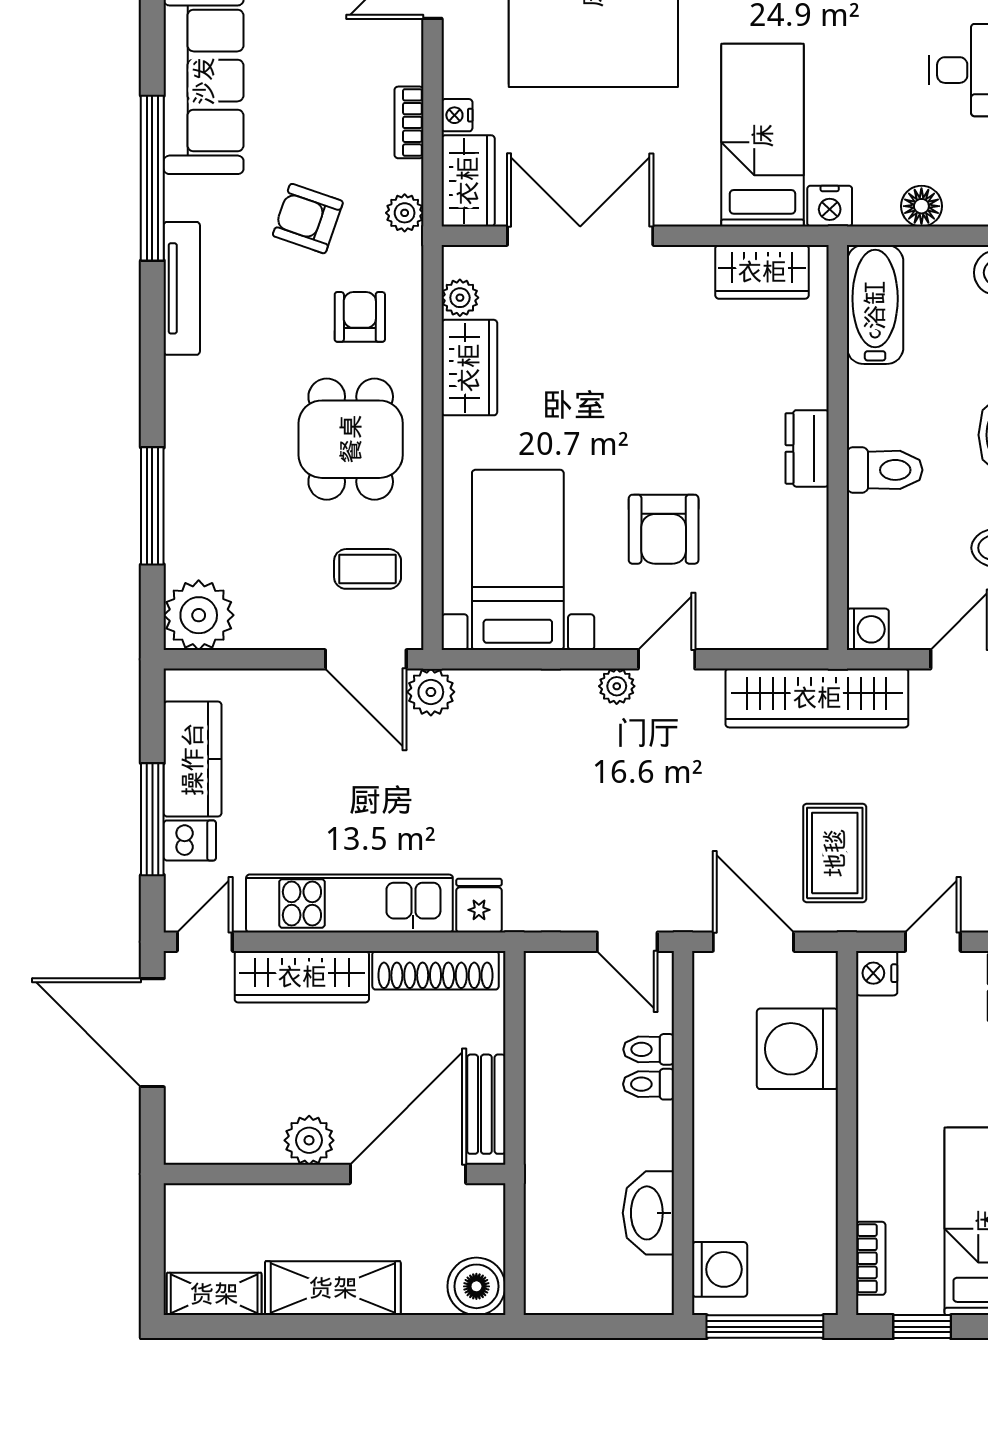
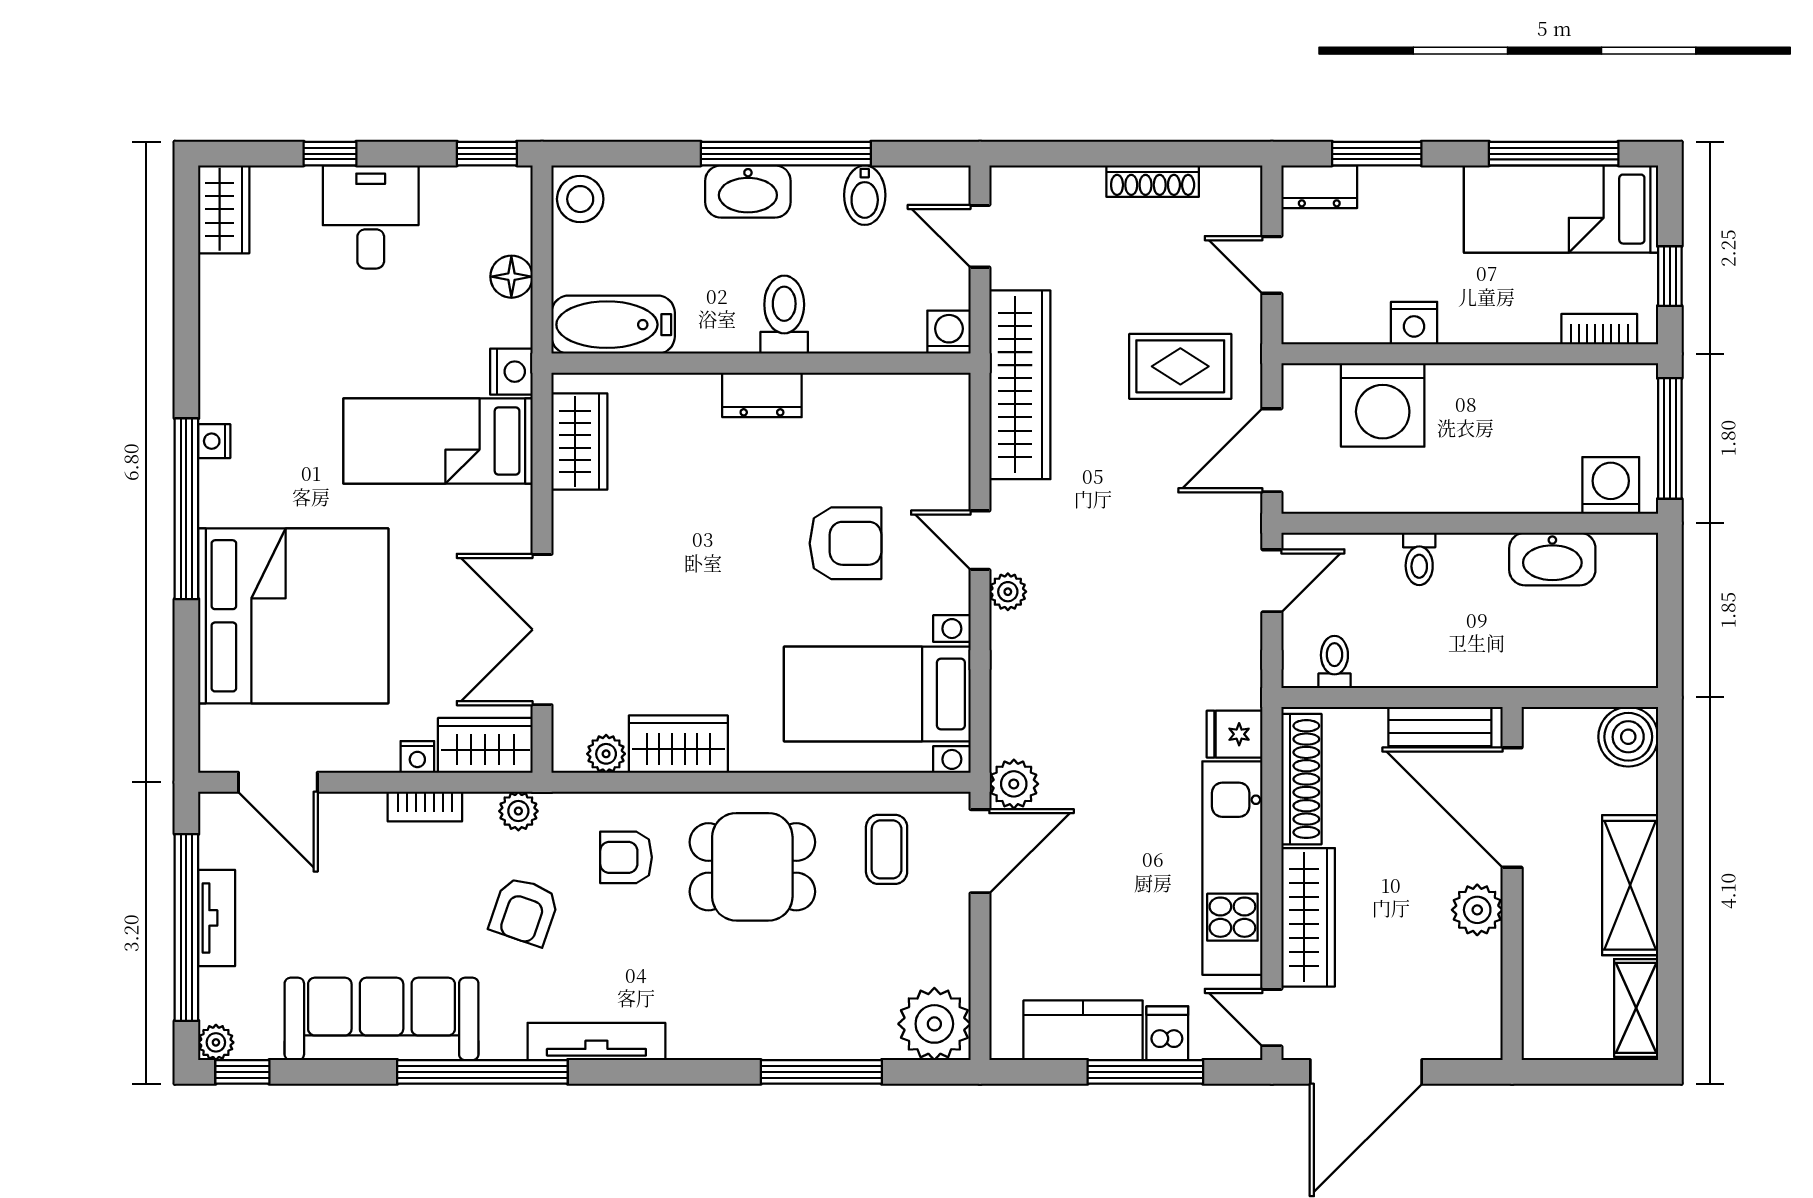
nightstand: (877, 973) -> (1414, 323), moved
toilet: (649, 1049) -> (1334, 662), moved, turned 180

